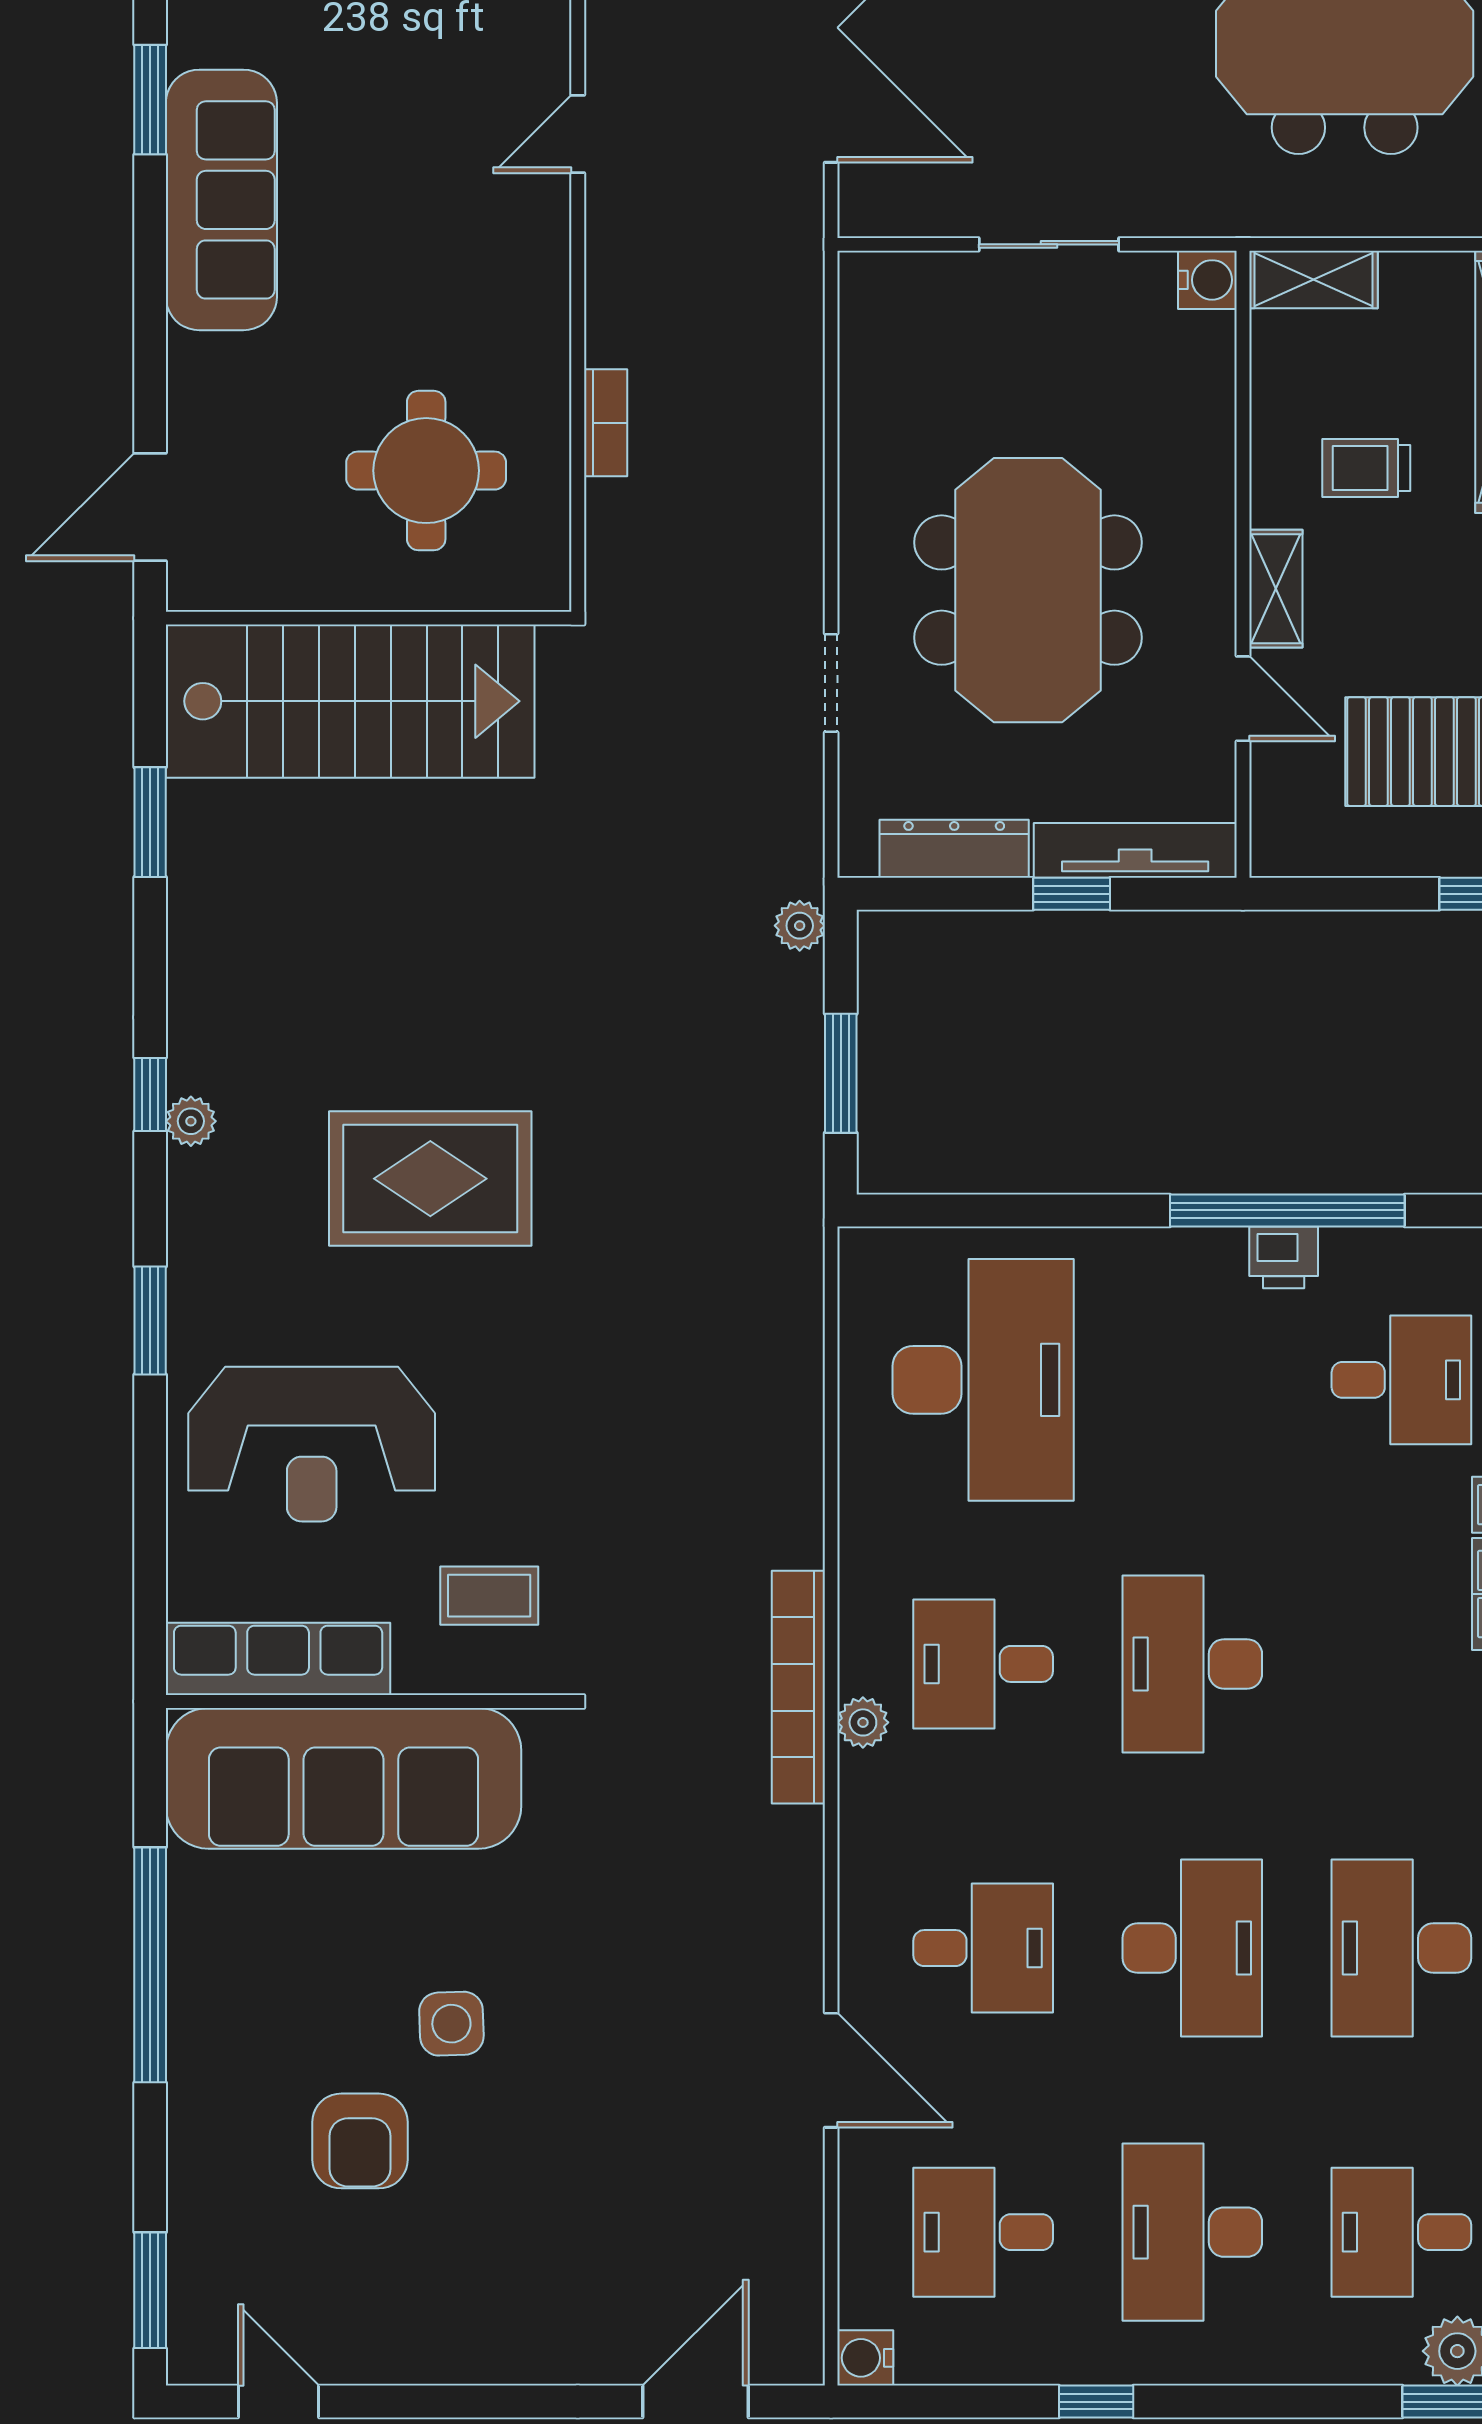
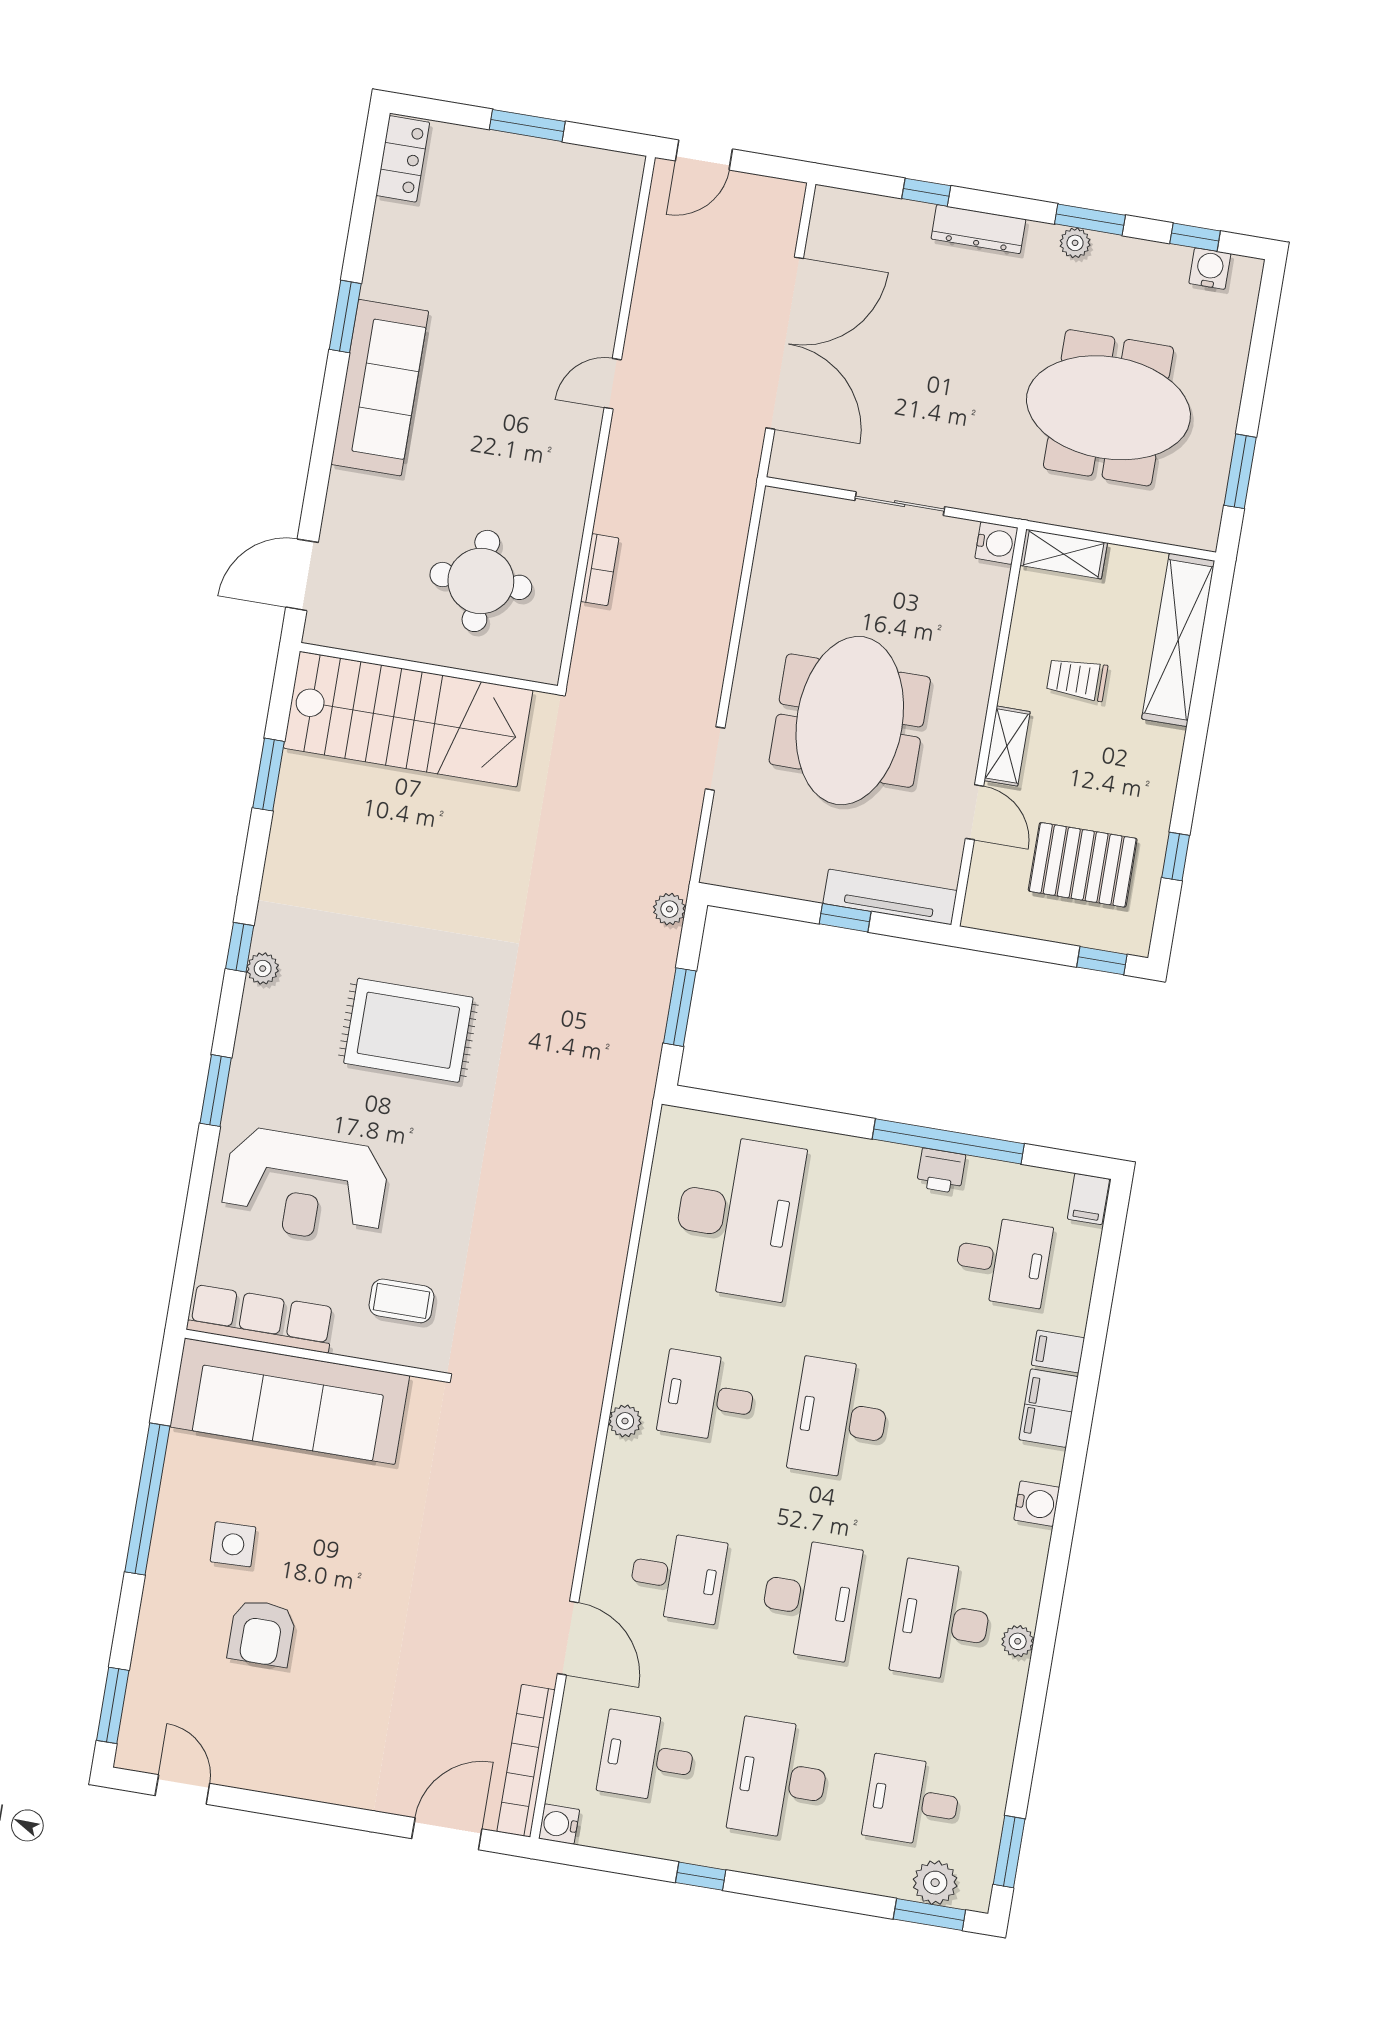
dresser: (954, 849) -> (776, 877), removed
bookcase: (798, 1687) -> (526, 1761), moved
side table: (451, 2024) -> (233, 1544), moved

